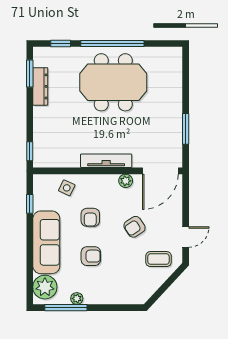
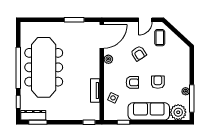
meeting table: (113, 82) -> (44, 67), width x1.36
dresser: (40, 86) -> (33, 115), moved
tv unit: (106, 161) -> (95, 91), moved, width x0.71
door: (160, 171) -> (102, 36), hinge flipped
door: (186, 237) -> (145, 20), swing flipped

